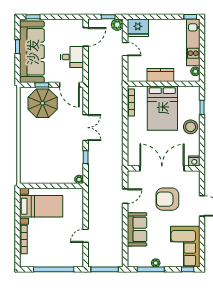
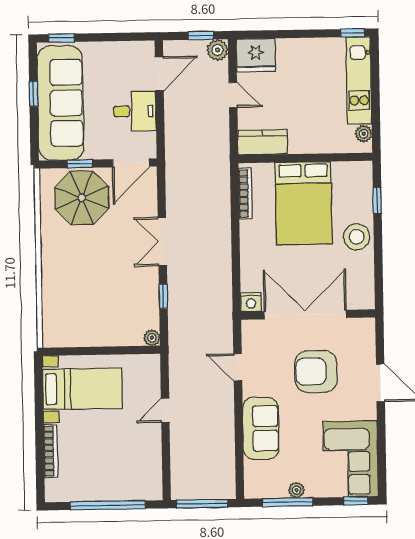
kitchen counter: (160, 75) -> (262, 142), moved
door: (69, 85) -> (131, 163), hinge flipped
double door: (86, 128) -> (162, 242), swing flipped
nightstand: (194, 161) -> (251, 302), moved
door: (125, 196) -> (238, 367), swing flipped
door: (86, 236) -> (165, 410), moved

